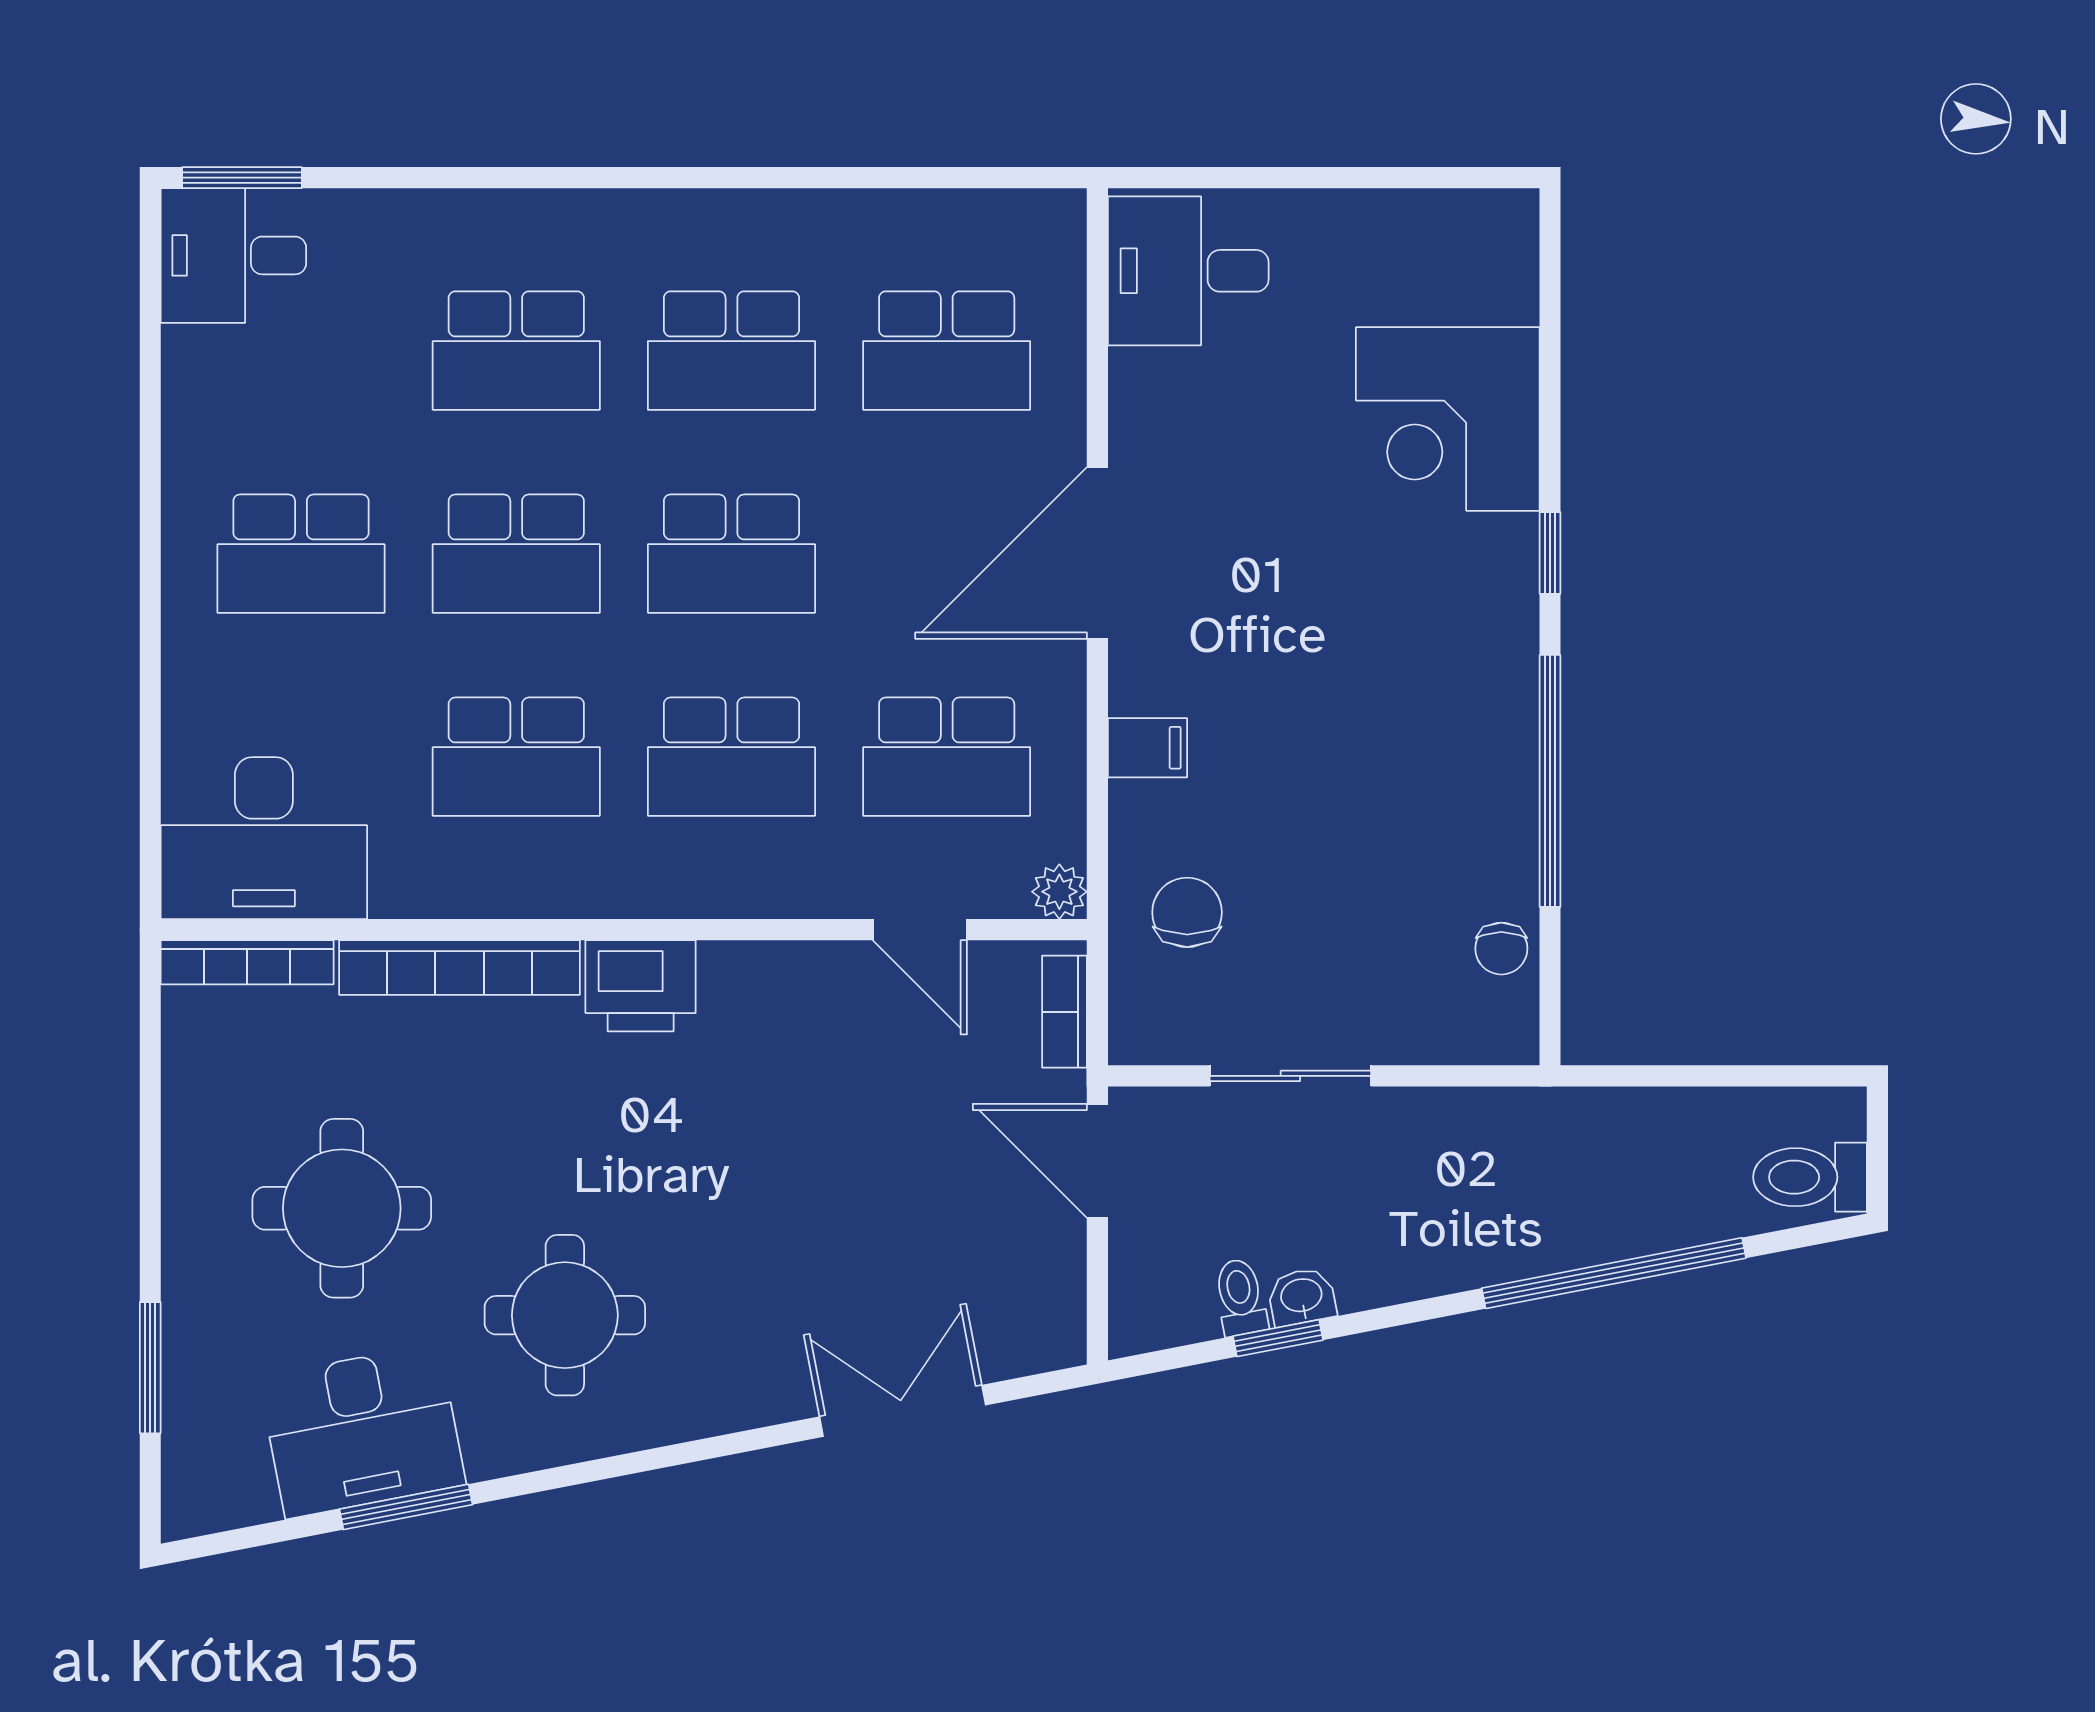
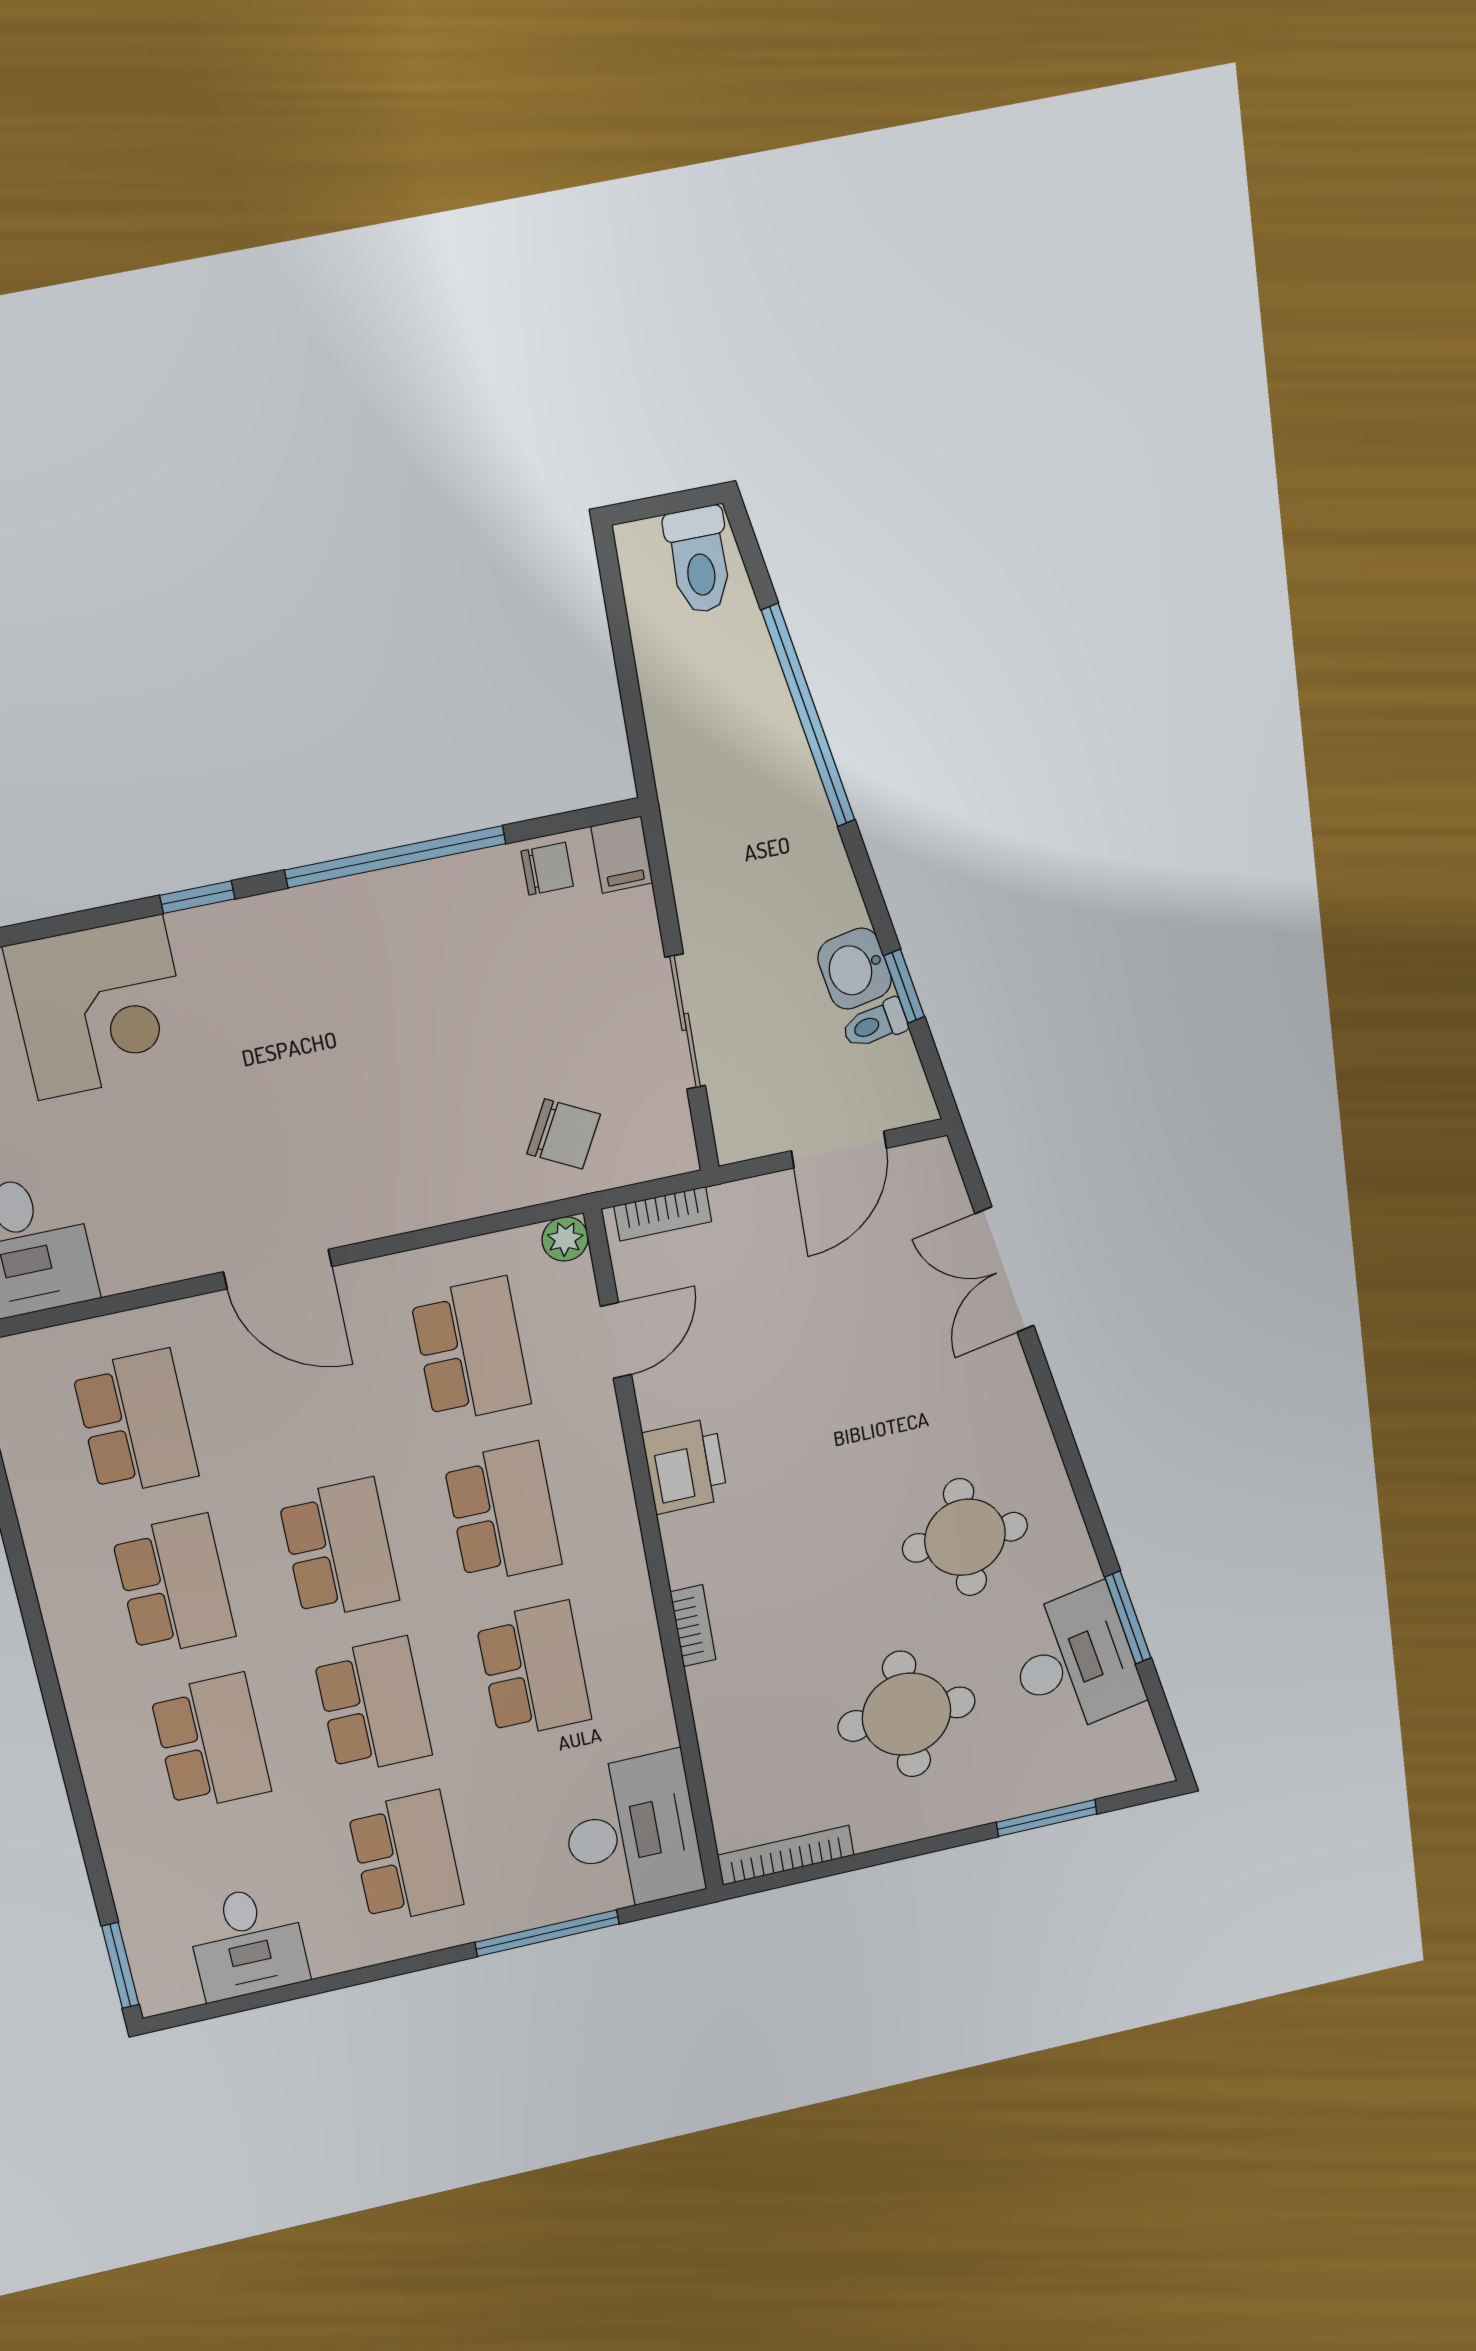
desk: (233, 255) -> (248, 1943), moved
door: (1097, 553) -> (278, 1269), width x0.73
window: (150, 708) -> (547, 1933), added
filing cabinet: (1147, 748) -> (622, 855), moved, turned 180
chair: (1187, 912) -> (564, 1134), turned -152
bookcase: (247, 962) -> (786, 1855), moved, turned -90
bookcase: (459, 967) -> (693, 1626), width x0.43, depth x0.76
printer: (641, 986) -> (685, 1466), moved
door: (1097, 1161) -> (839, 1150), moved
washbasin: (1302, 1297) -> (855, 969), width x1.38, depth x1.45

